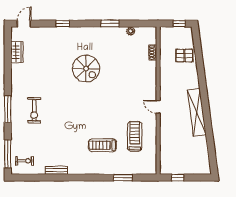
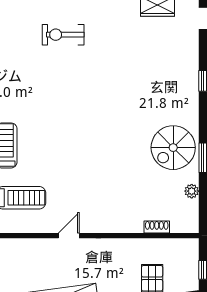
spiral stairs: (86, 69) -> (173, 148), moved

